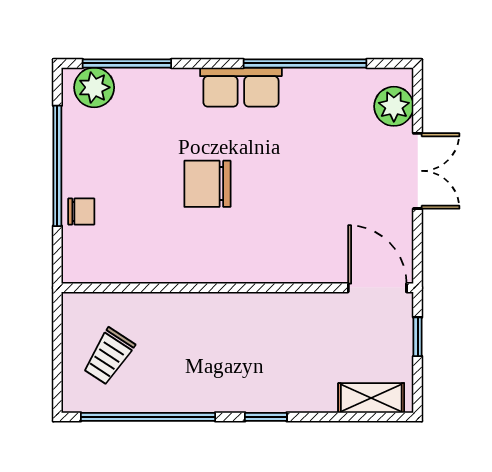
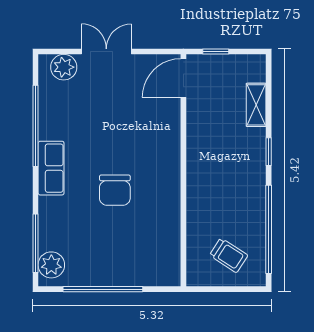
chair: (81, 212) -> (133, 273), removed
shelving: (371, 398) -> (256, 105), moved

